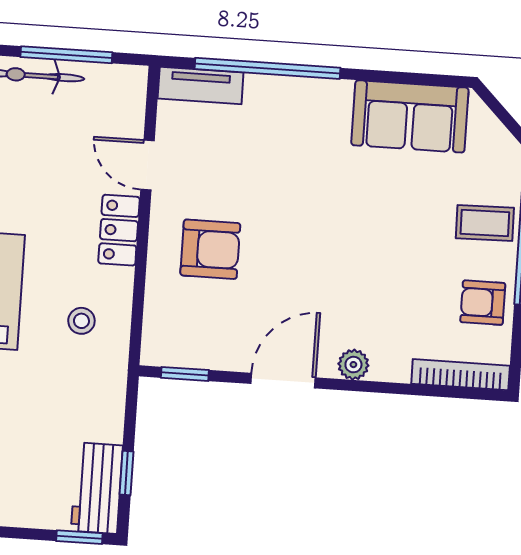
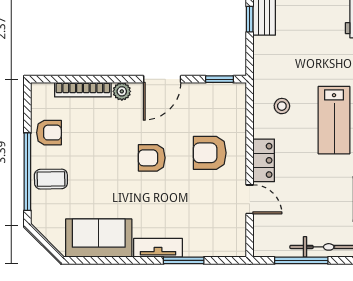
window: (267, 68) -> (184, 260), width x0.47
tv unit: (201, 85) -> (158, 248), moved
armchair: (310, 247) -> (152, 158), added
bookcase: (461, 375) -> (83, 90), moved

